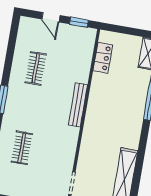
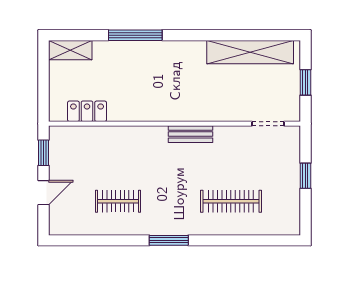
bench: (78, 105) -> (190, 134), moved, width x0.73
clothes rail: (22, 148) -> (231, 201), width x1.36

